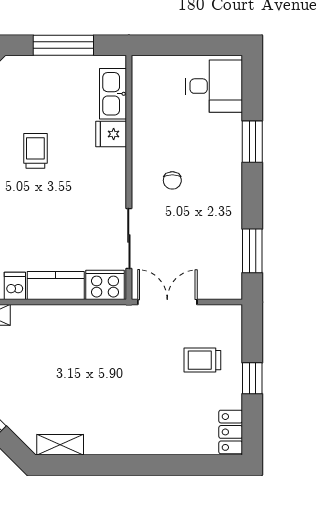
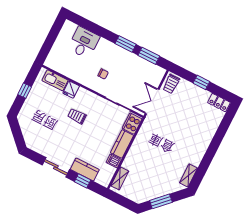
window: (63, 45) -> (25, 91), width x0.46
desk: (214, 86) -> (84, 43), moved
window: (252, 142) -> (126, 44), moved
trolley: (35, 151) -> (77, 116), moved
trolley: (202, 360) -> (171, 84), moved

